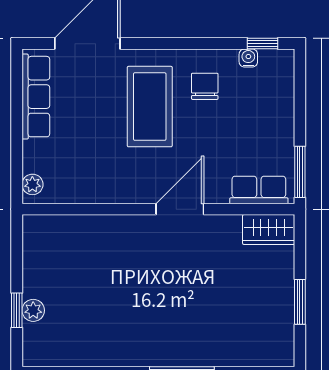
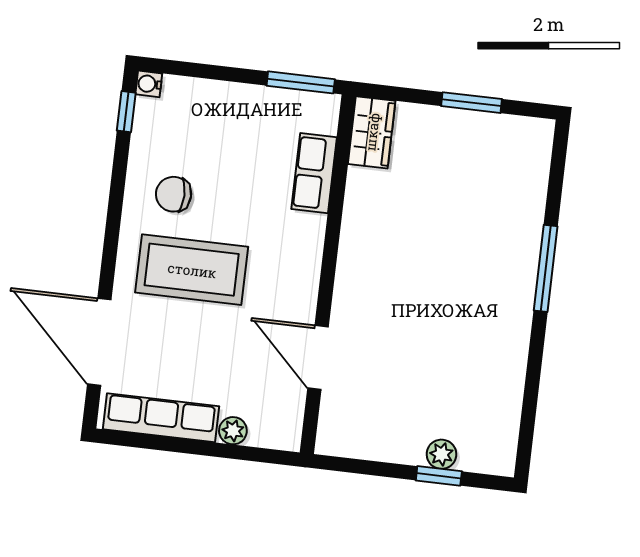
water cooler: (248, 58) -> (149, 84), moved
plant: (32, 184) -> (233, 431), moved
row of seats: (259, 190) -> (314, 173), moved
door: (180, 209) -> (318, 357), moved

